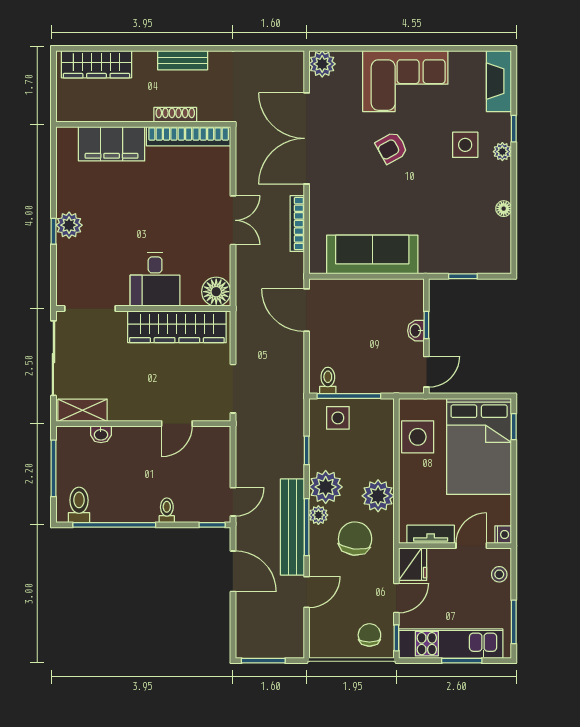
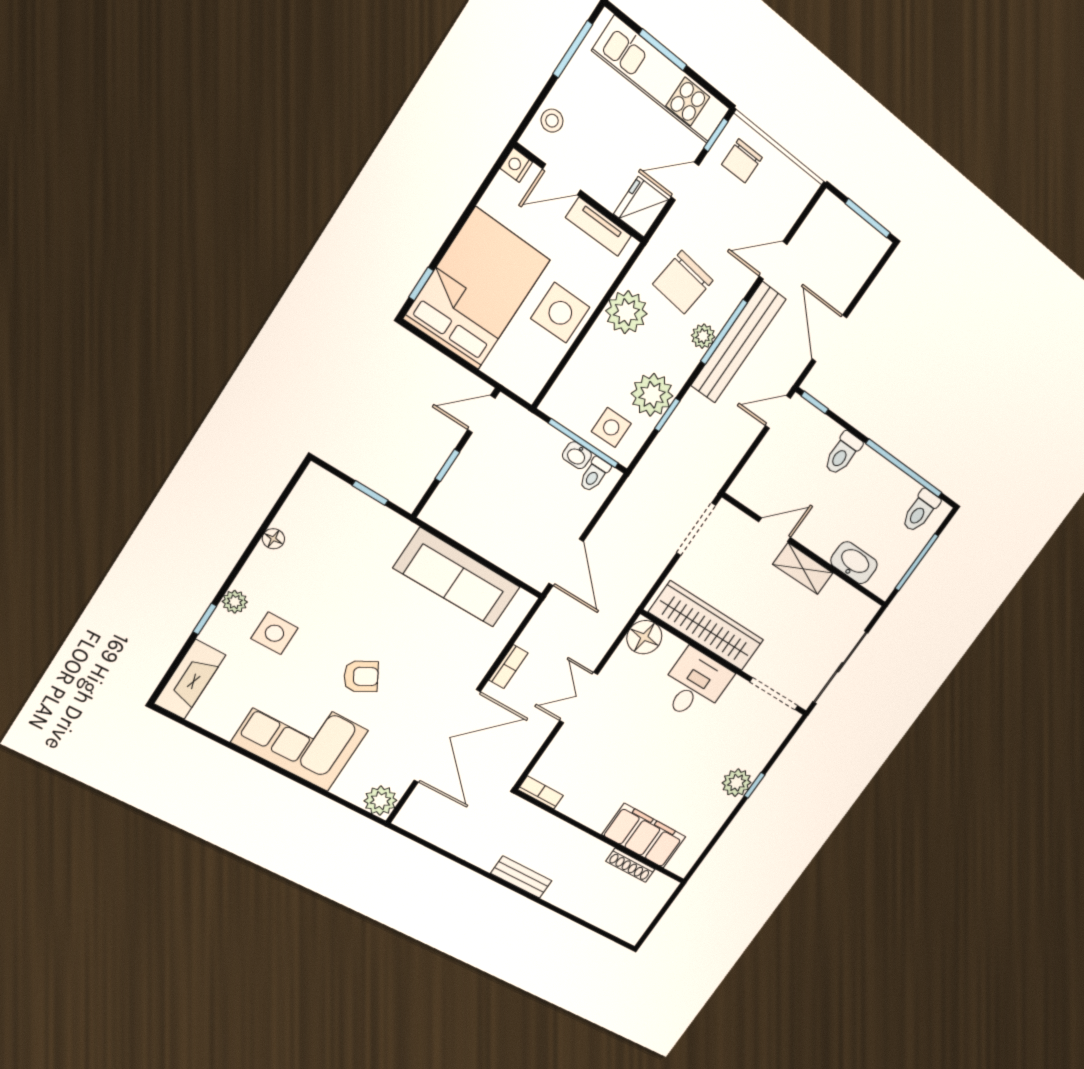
wardrobe: (96, 64) -> (606, 915), removed
shoe rack: (175, 115) -> (630, 865), moved
bookcase: (189, 136) -> (541, 792), width x0.43, depth x0.76
bookcase: (297, 224) -> (508, 667), width x0.64
washbasin: (416, 331) -> (577, 455), moved, turned 90
shelving: (83, 410) -> (803, 569), moved
washbasin: (101, 434) -> (854, 563), width x1.91, depth x1.45
side table: (418, 437) -> (560, 313), moved
plant: (326, 487) -> (652, 395), moved
toilet: (167, 510) -> (843, 453), width x1.37, depth x1.39

